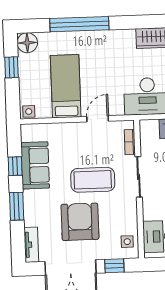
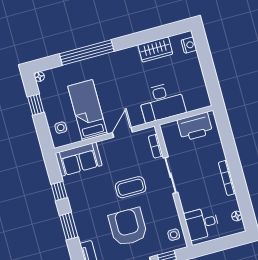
floor lamp: (27, 43) -> (39, 77), width x0.53, depth x0.53
side table: (29, 111) -> (61, 128), moved
sofa: (35, 165) -> (79, 159), moved, turned 90
coffee table: (93, 180) -> (131, 187), width x0.73, depth x0.76

